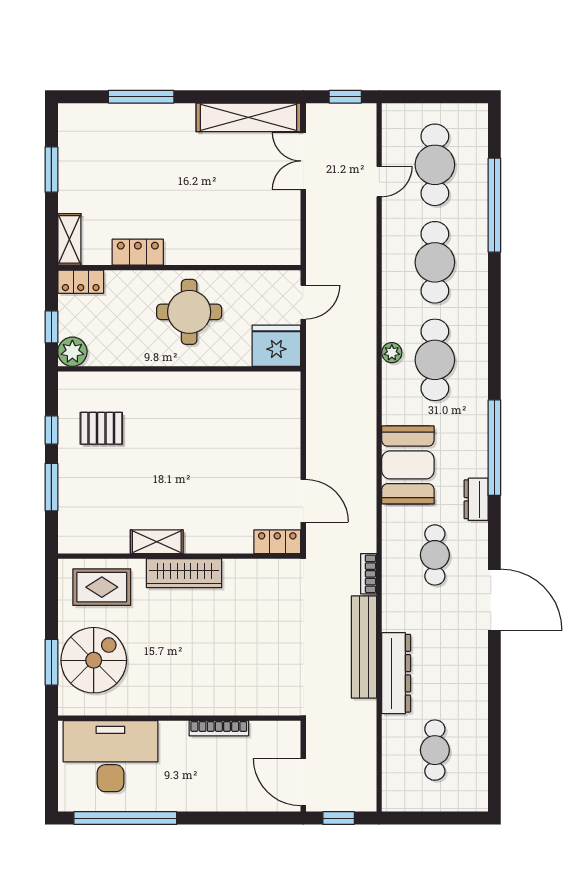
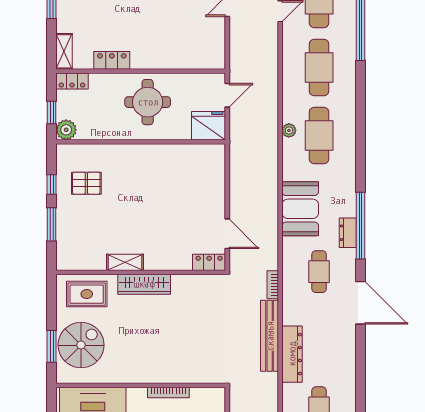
window: (494, 448) -> (361, 226), moved

